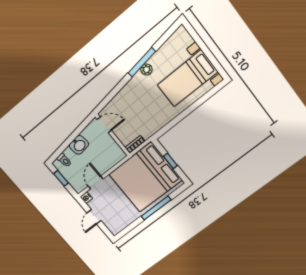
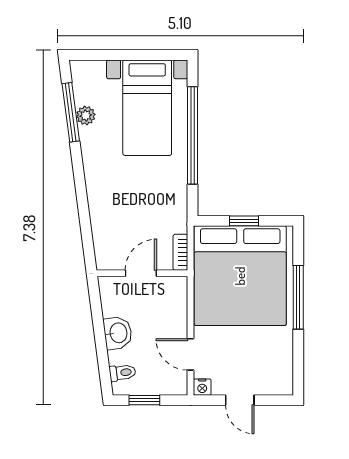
window: (142, 62) -> (71, 112), moved
plant: (146, 70) -> (86, 116), moved
window: (191, 109) -> (192, 135), added
door: (104, 125) -> (141, 273), moved

